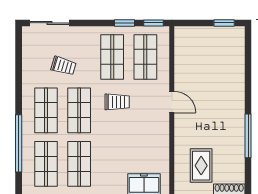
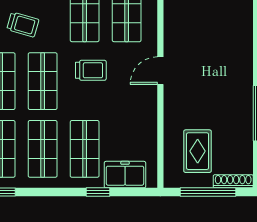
door: (172, 102) -> (160, 71), swing flipped
shop shelf: (112, 164) -> (85, 149), added

